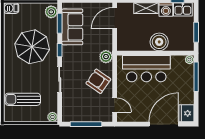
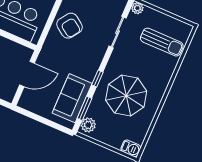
door: (115, 18) -> (27, 74), moved
plant: (106, 57) -> (49, 49), removed
sliding door: (60, 79) -> (118, 32), moved

